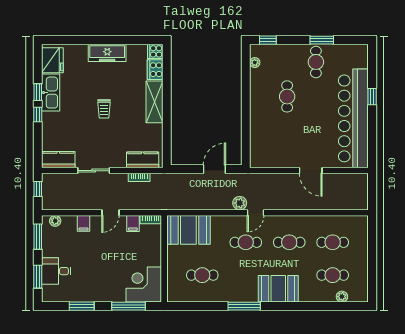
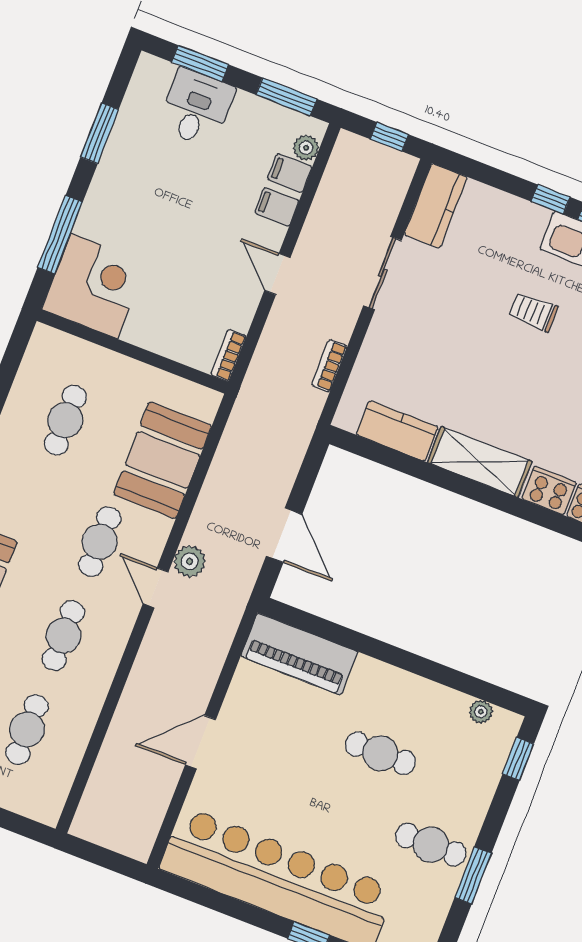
trolley: (104, 109) -> (533, 312), moved
piano: (260, 145) -> (299, 654), added
kitchen counter: (143, 160) -> (397, 431), moved, turned -90
filing cabinet: (133, 223) -> (290, 173), moved
booth: (188, 230) -> (163, 460), moved

